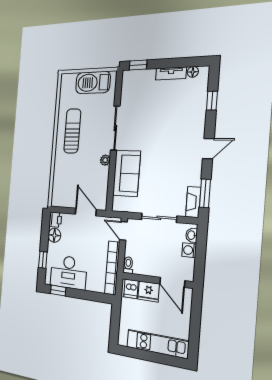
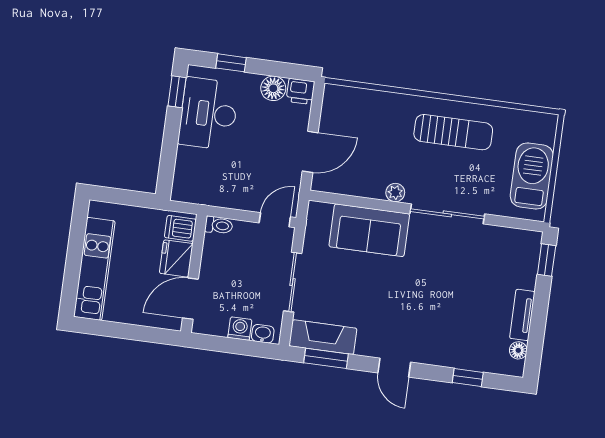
fireplace: (193, 202) -> (323, 337), width x1.37, depth x1.32
bookcase: (112, 268) -> (214, 197), removed

